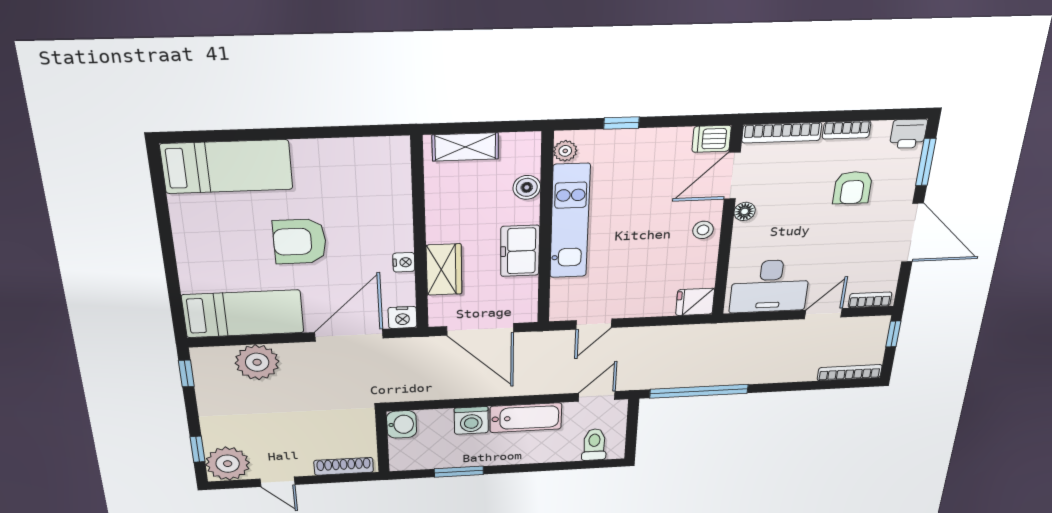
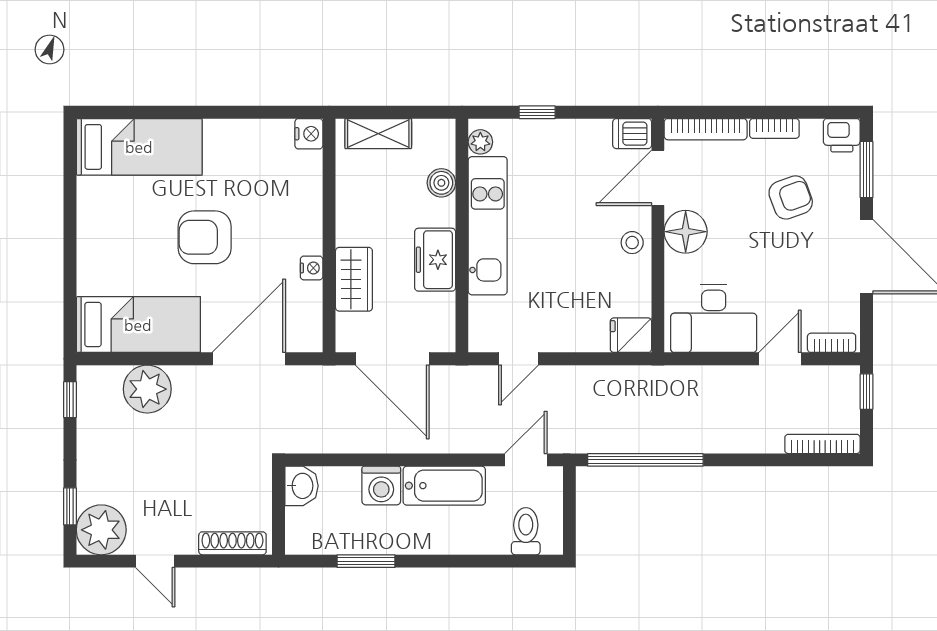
armchair: (853, 188) -> (791, 197), turned -110
floor lamp: (745, 211) -> (686, 232), width x1.89, depth x1.89
nightstand: (402, 317) -> (309, 134), moved, turned -90

